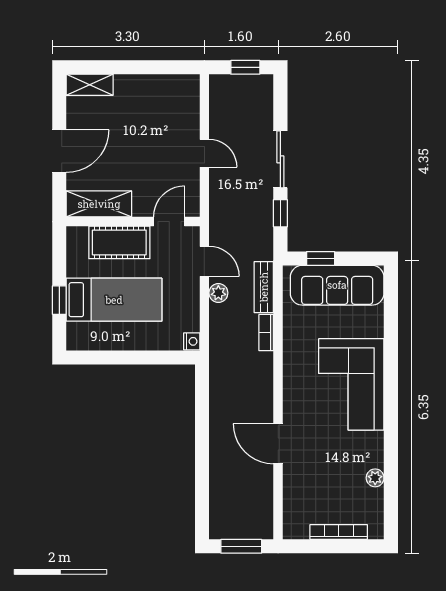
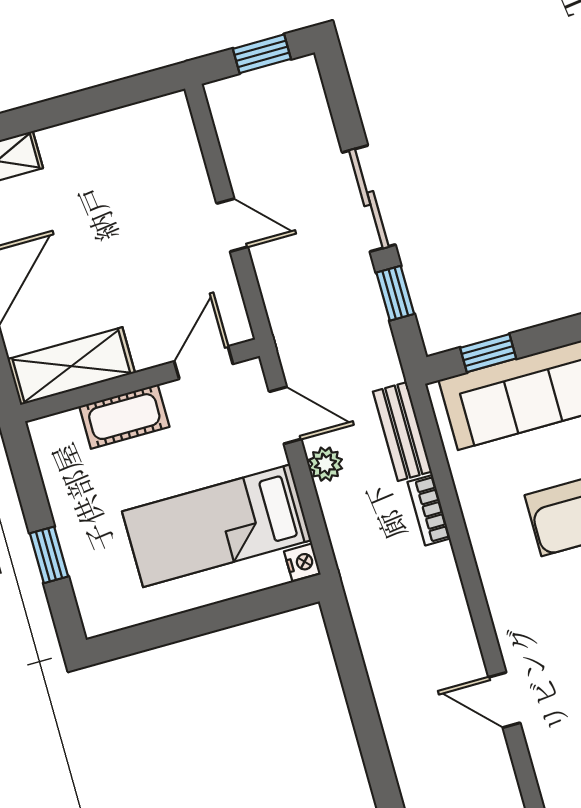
cot: (119, 242) -> (124, 417), width x0.73, depth x0.75
bed: (114, 300) -> (217, 526), moved, turned 180
door: (278, 444) -> (504, 700), width x0.73

